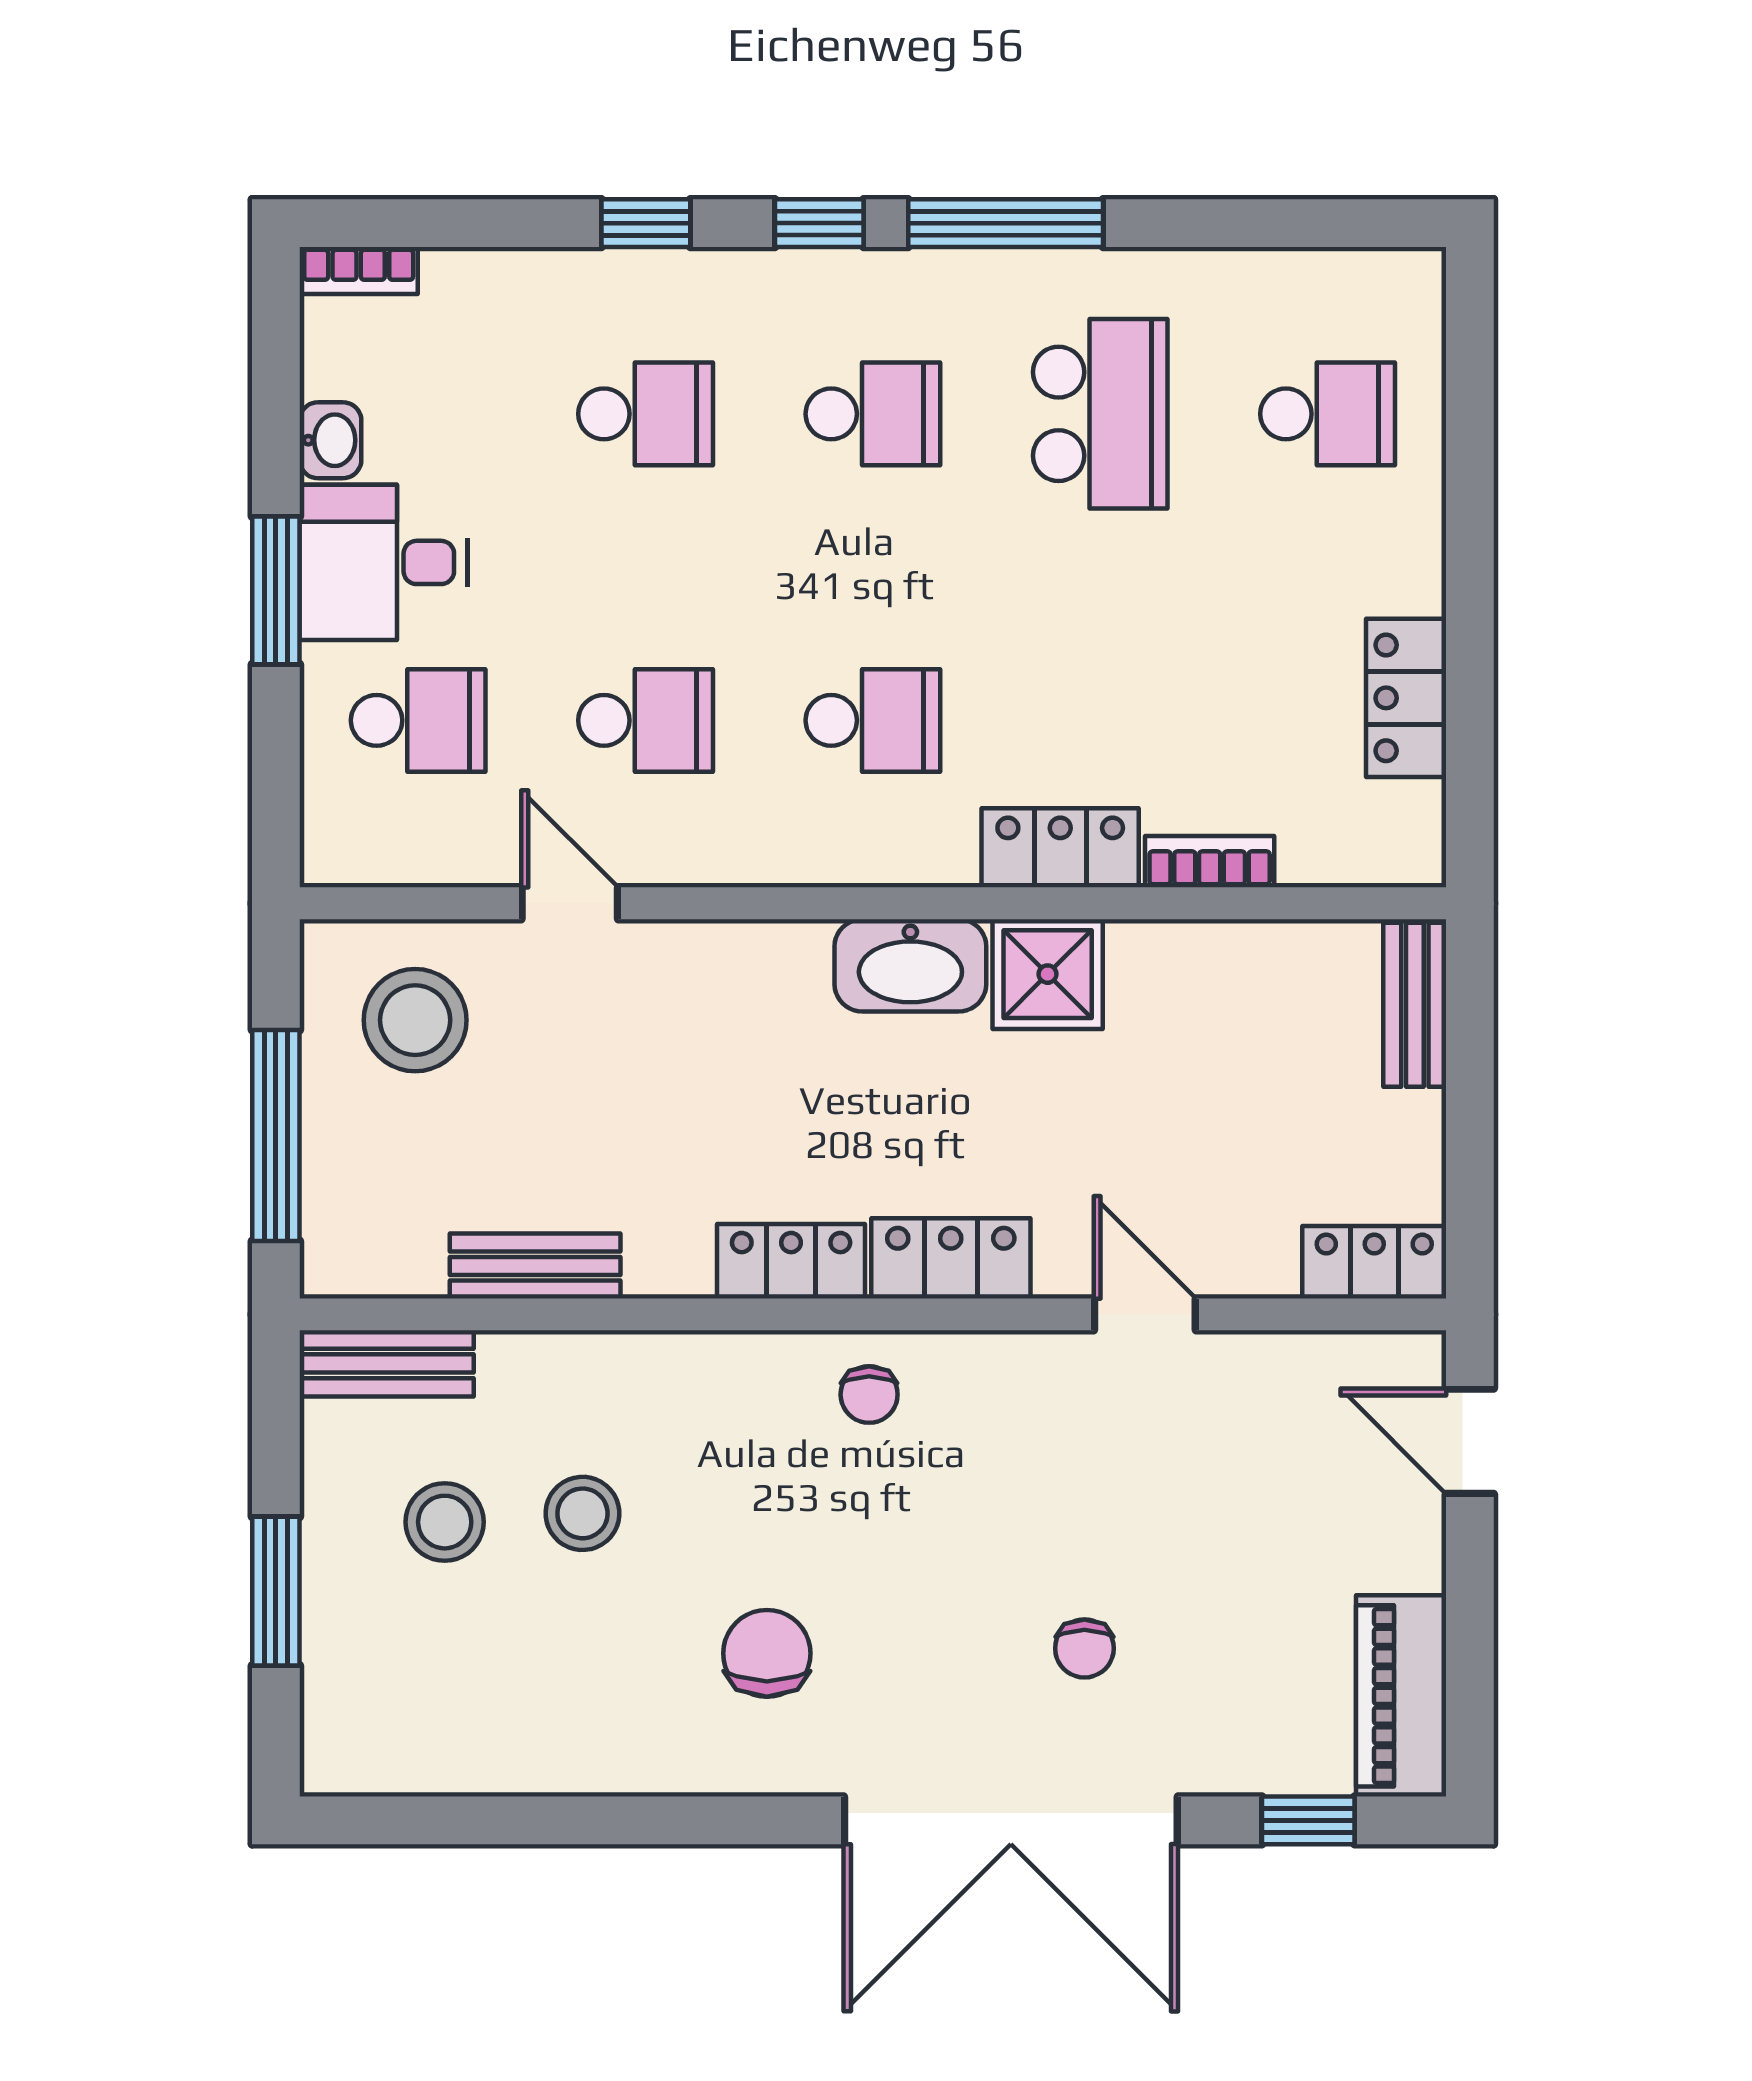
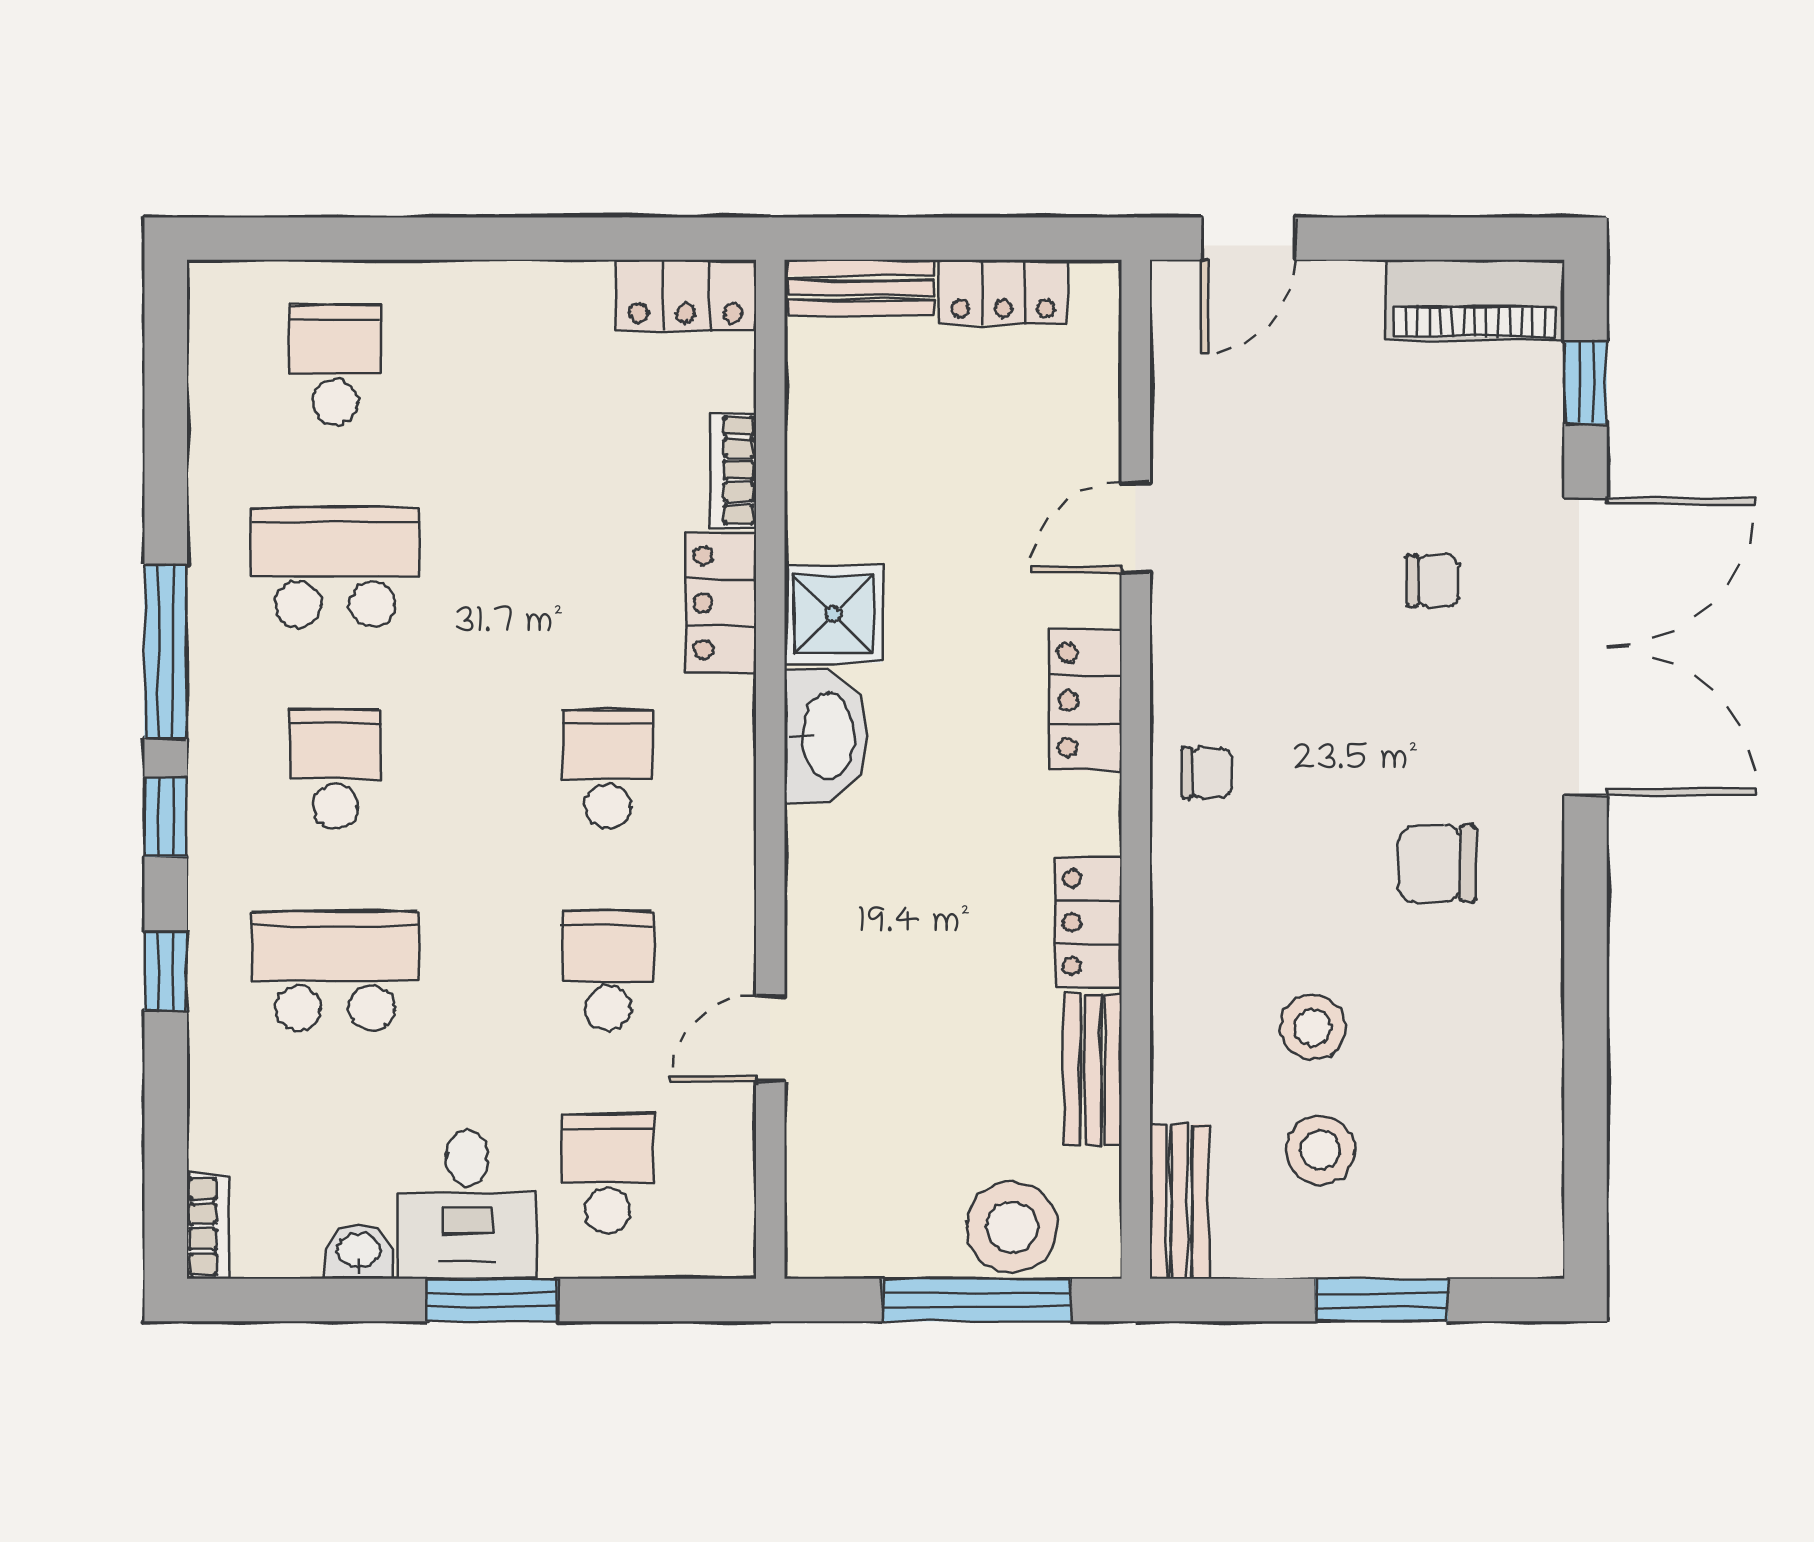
school desk: (646, 414) -> (335, 971), width x1.85
locker: (1406, 698) -> (686, 295), moved
stool: (415, 1020) -> (1012, 1227), moved
locker: (791, 1261) -> (1088, 922), moved
locker: (1374, 1262) -> (1003, 292), moved, turned -90

